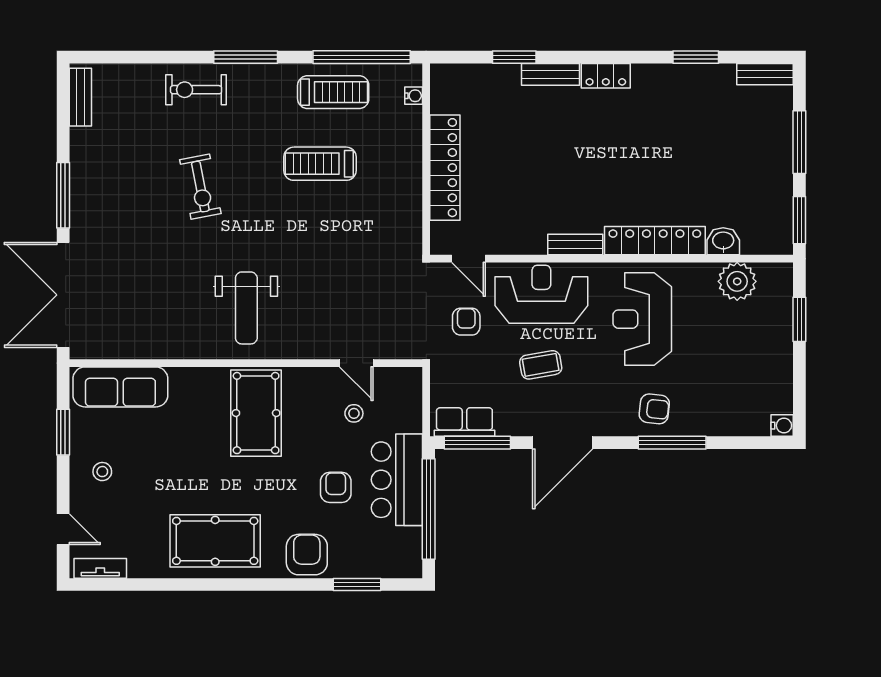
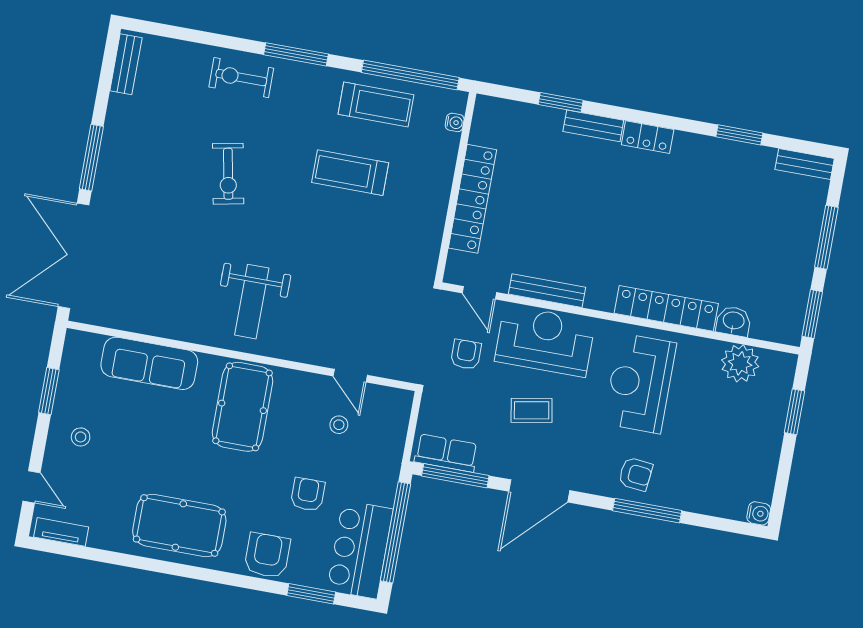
bench: (575, 244) -> (547, 291), moved, width x1.36
sofa: (120, 387) -> (149, 363), moved
bar counter: (397, 480) -> (360, 550), moved

